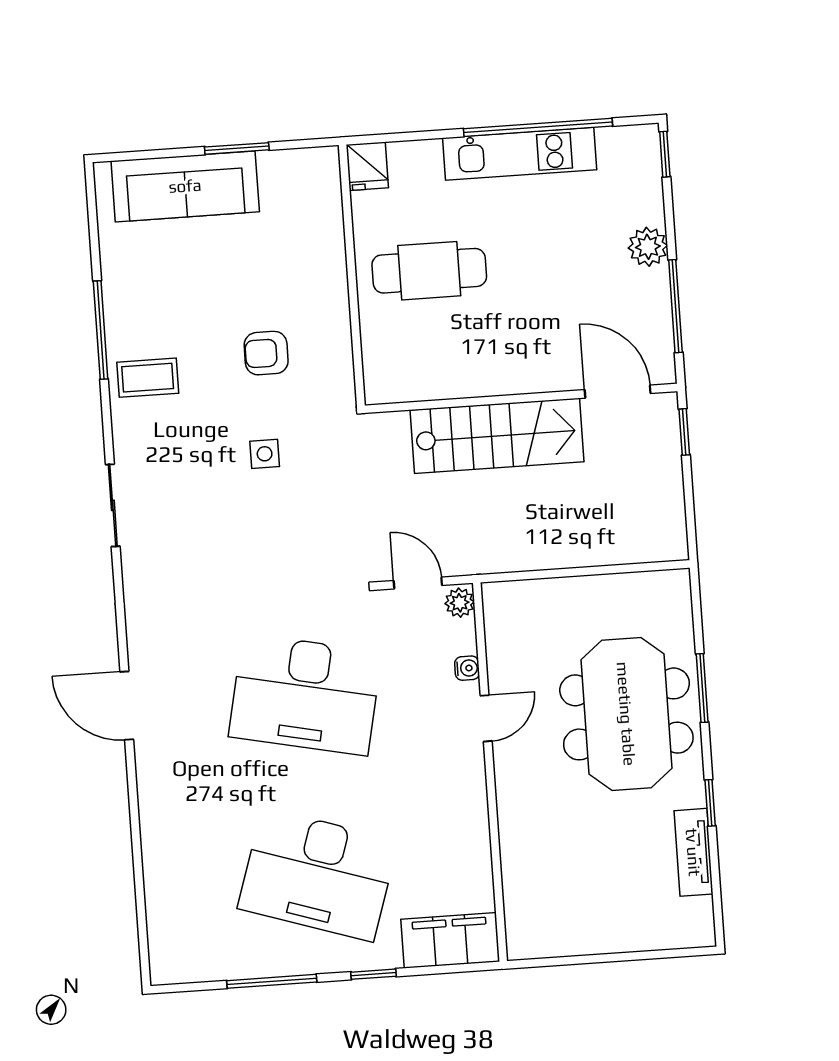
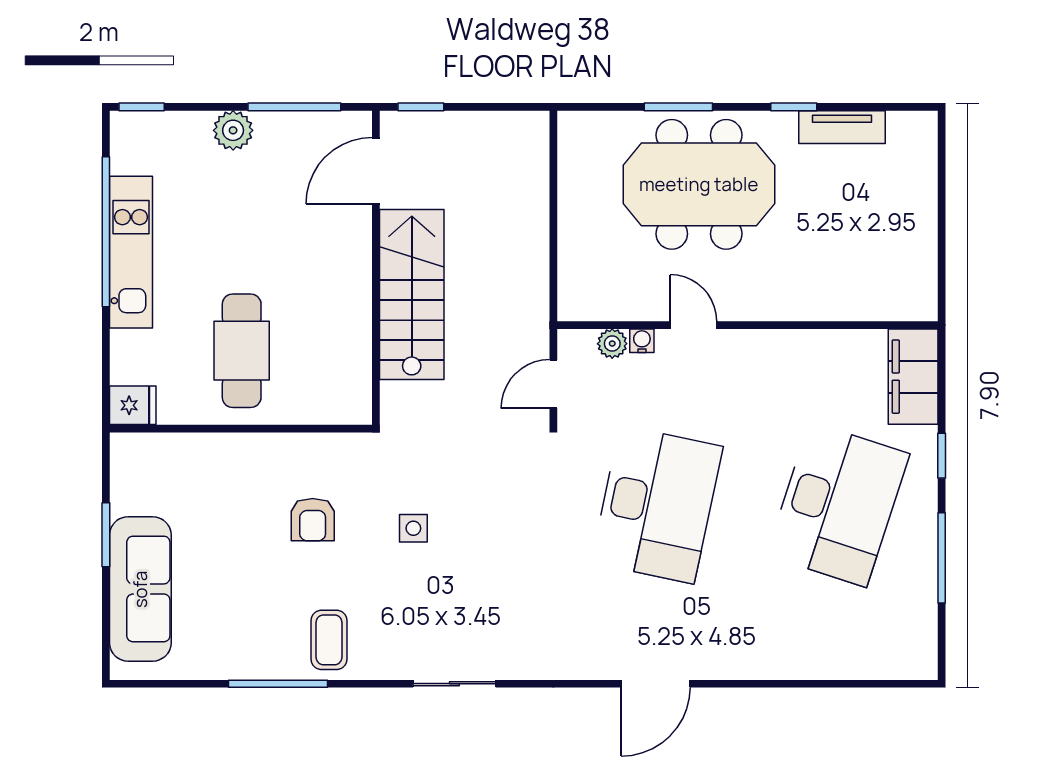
plant: (460, 603) -> (612, 344), moved

